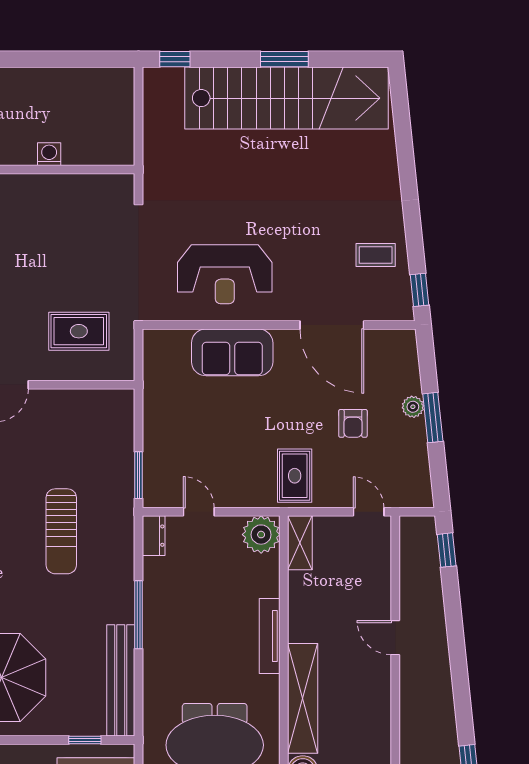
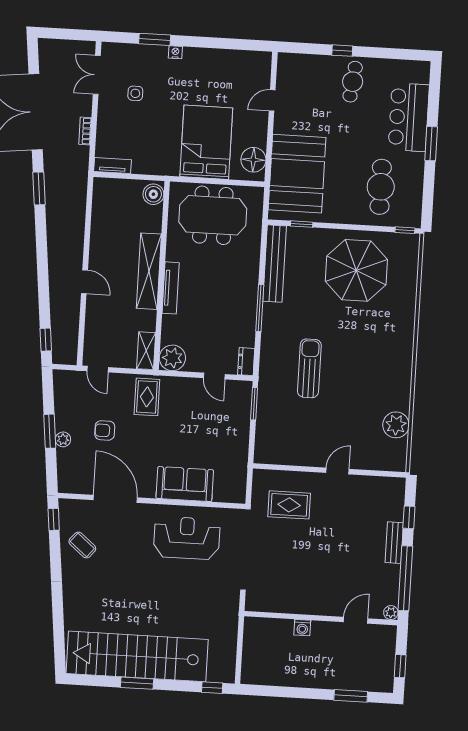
coffee table: (376, 255) -> (82, 545), turned 40
armchair: (353, 423) -> (105, 430), turned -90
shelving: (303, 698) -> (149, 271), moved

